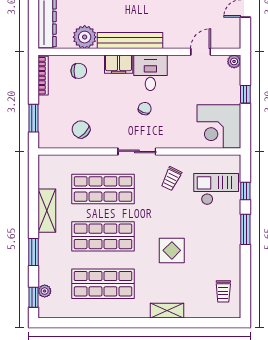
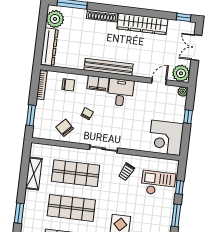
plant: (85, 37) -> (181, 73), moved
chair: (145, 109) -> (87, 114), moved
shelving: (47, 211) -> (34, 173), moved

